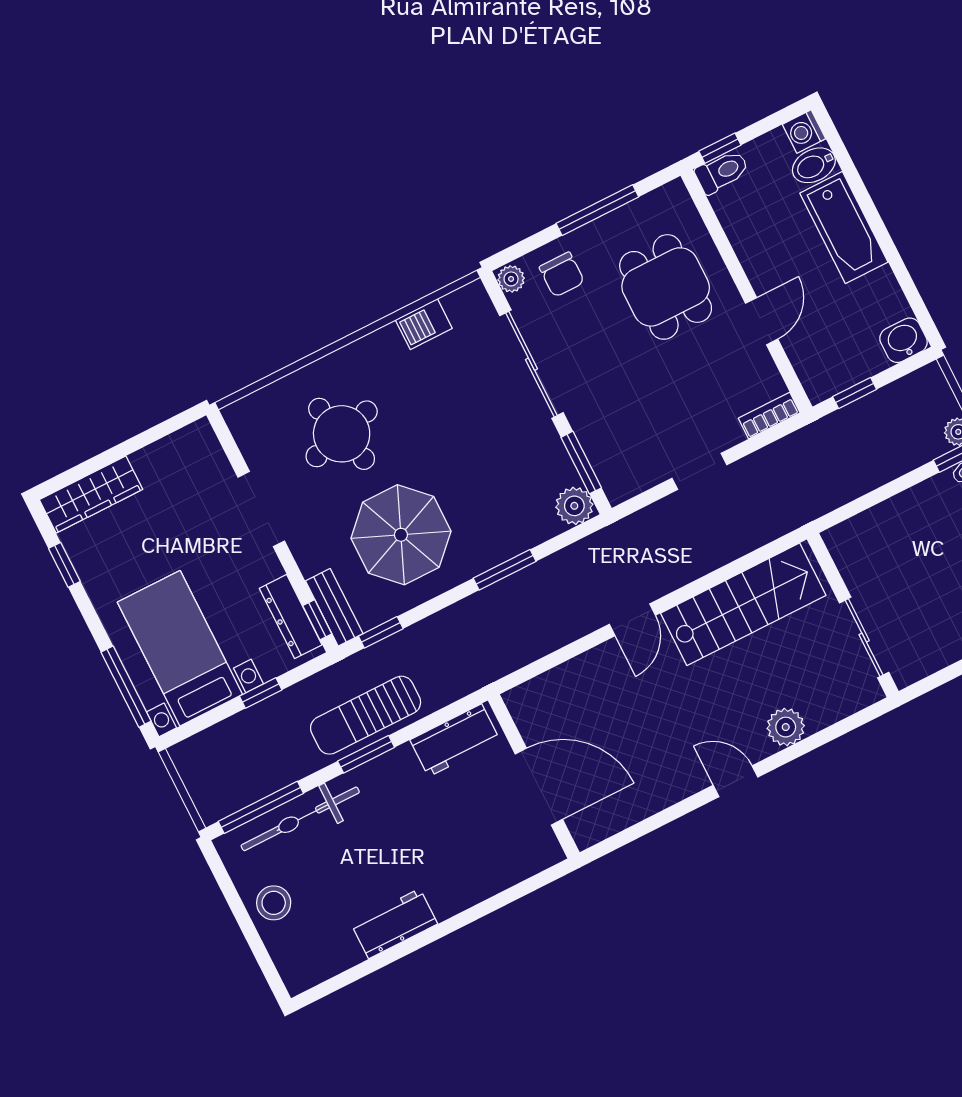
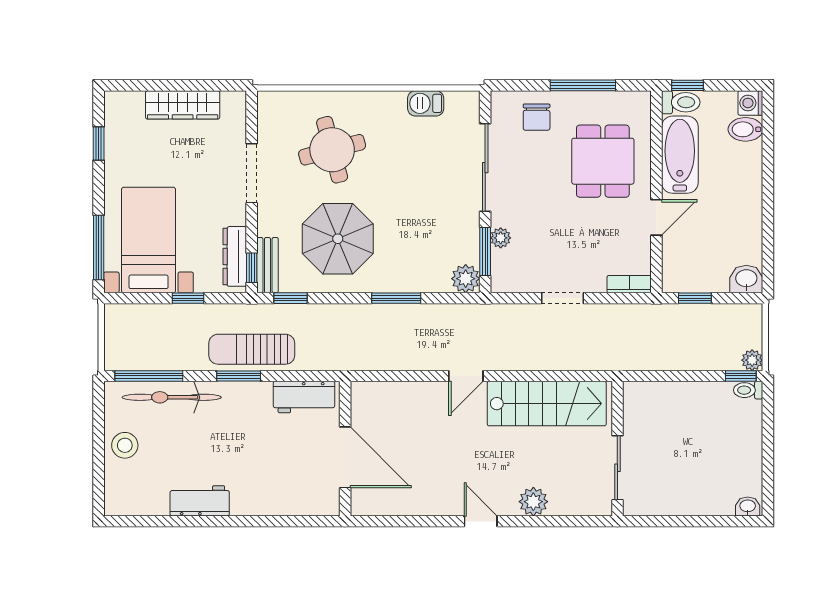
bathtub: (844, 228) -> (680, 155), moved, turned 180
plant: (511, 279) -> (501, 238), moved
wardrobe: (91, 495) -> (183, 105), moved

